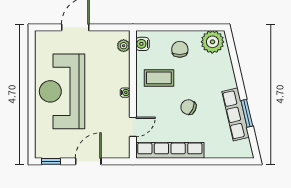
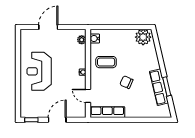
chair: (180, 49) -> (120, 42), removed
reception desk: (62, 91) -> (39, 71), width x0.74, depth x0.77
door: (133, 127) -> (88, 96), swing flipped
row of seats: (170, 150) -> (107, 112), width x0.73

